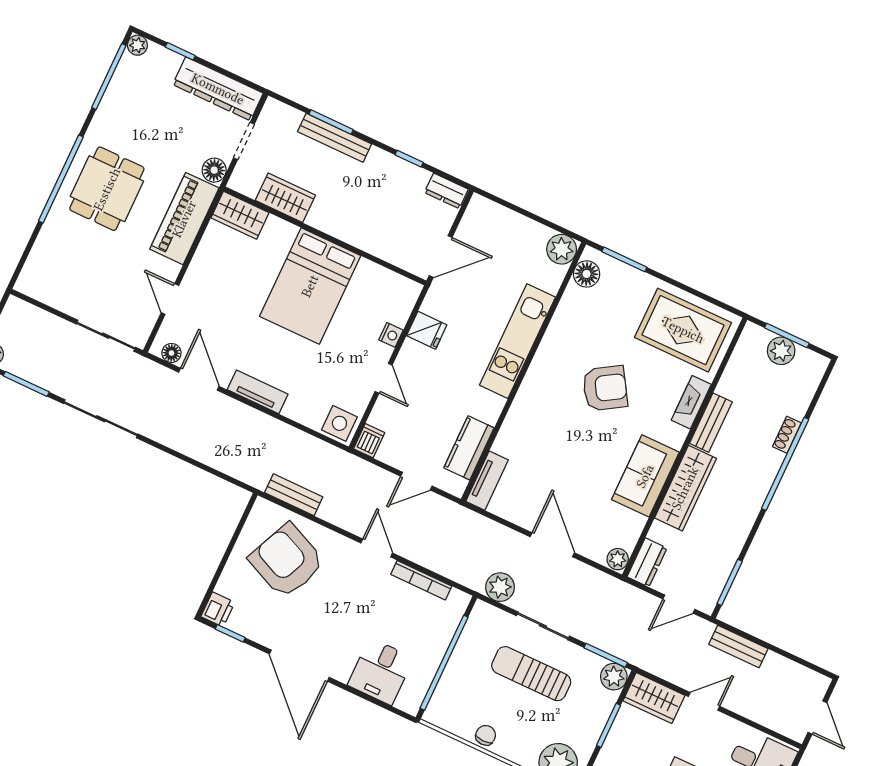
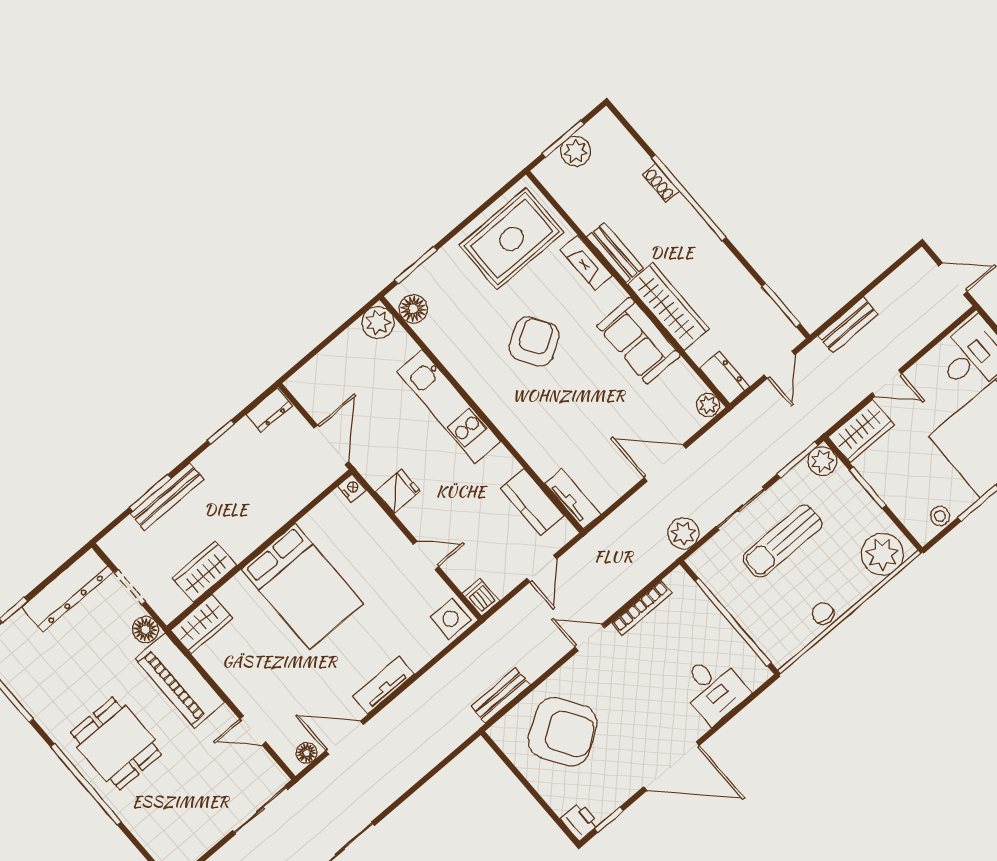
nightstand: (391, 335) -> (352, 488), moved
armchair: (287, 561) -> (563, 732), turned -147
door: (704, 701) -> (887, 383), swing flipped

